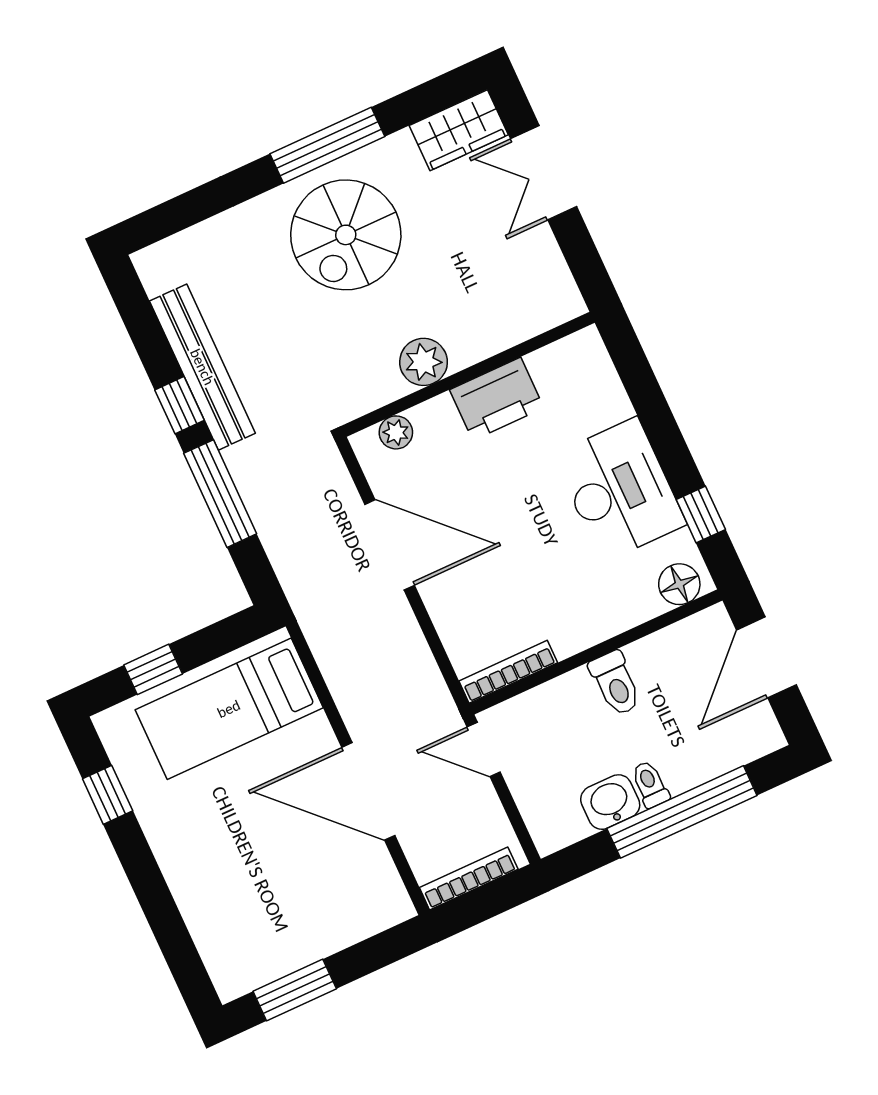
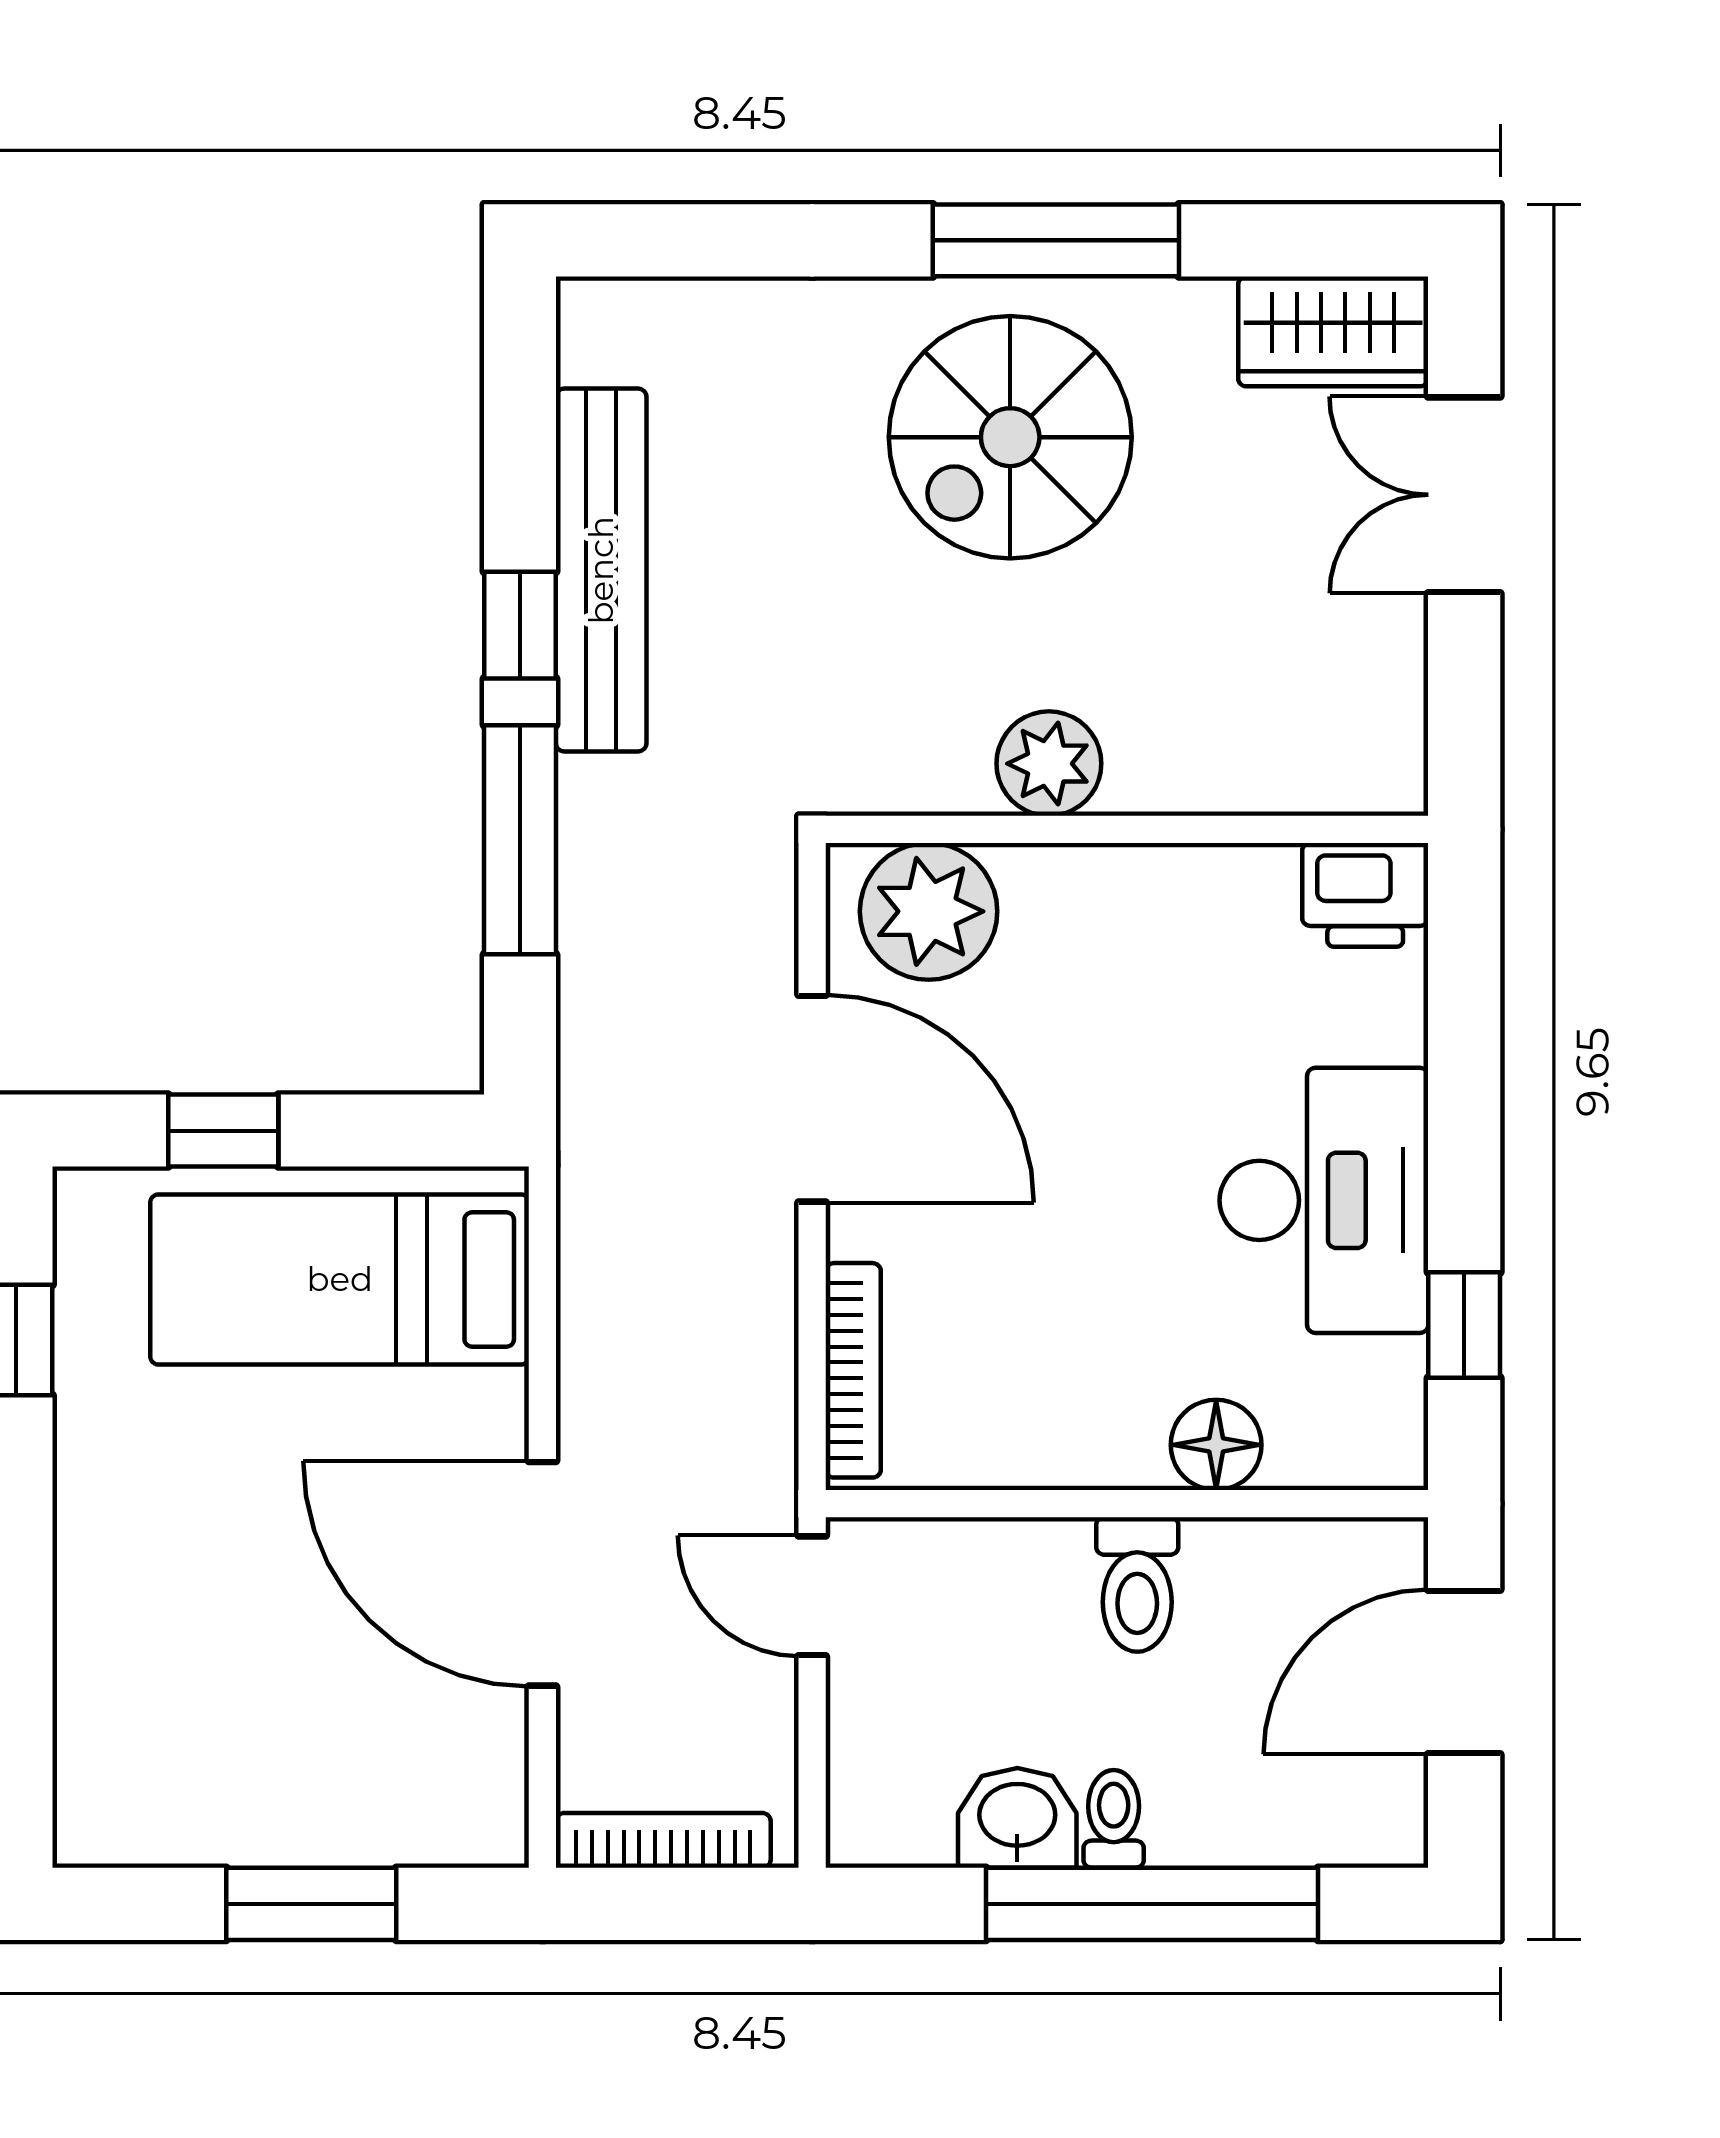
printer: (497, 399) -> (1365, 895), moved, width x0.73, depth x0.84
plant: (396, 432) -> (929, 911), width x1.87, depth x1.87
floor lamp: (679, 584) -> (1216, 1445), moved
bookcase: (508, 672) -> (853, 1370), moved, turned 90
window: (295, 990) -> (311, 1904), moved

